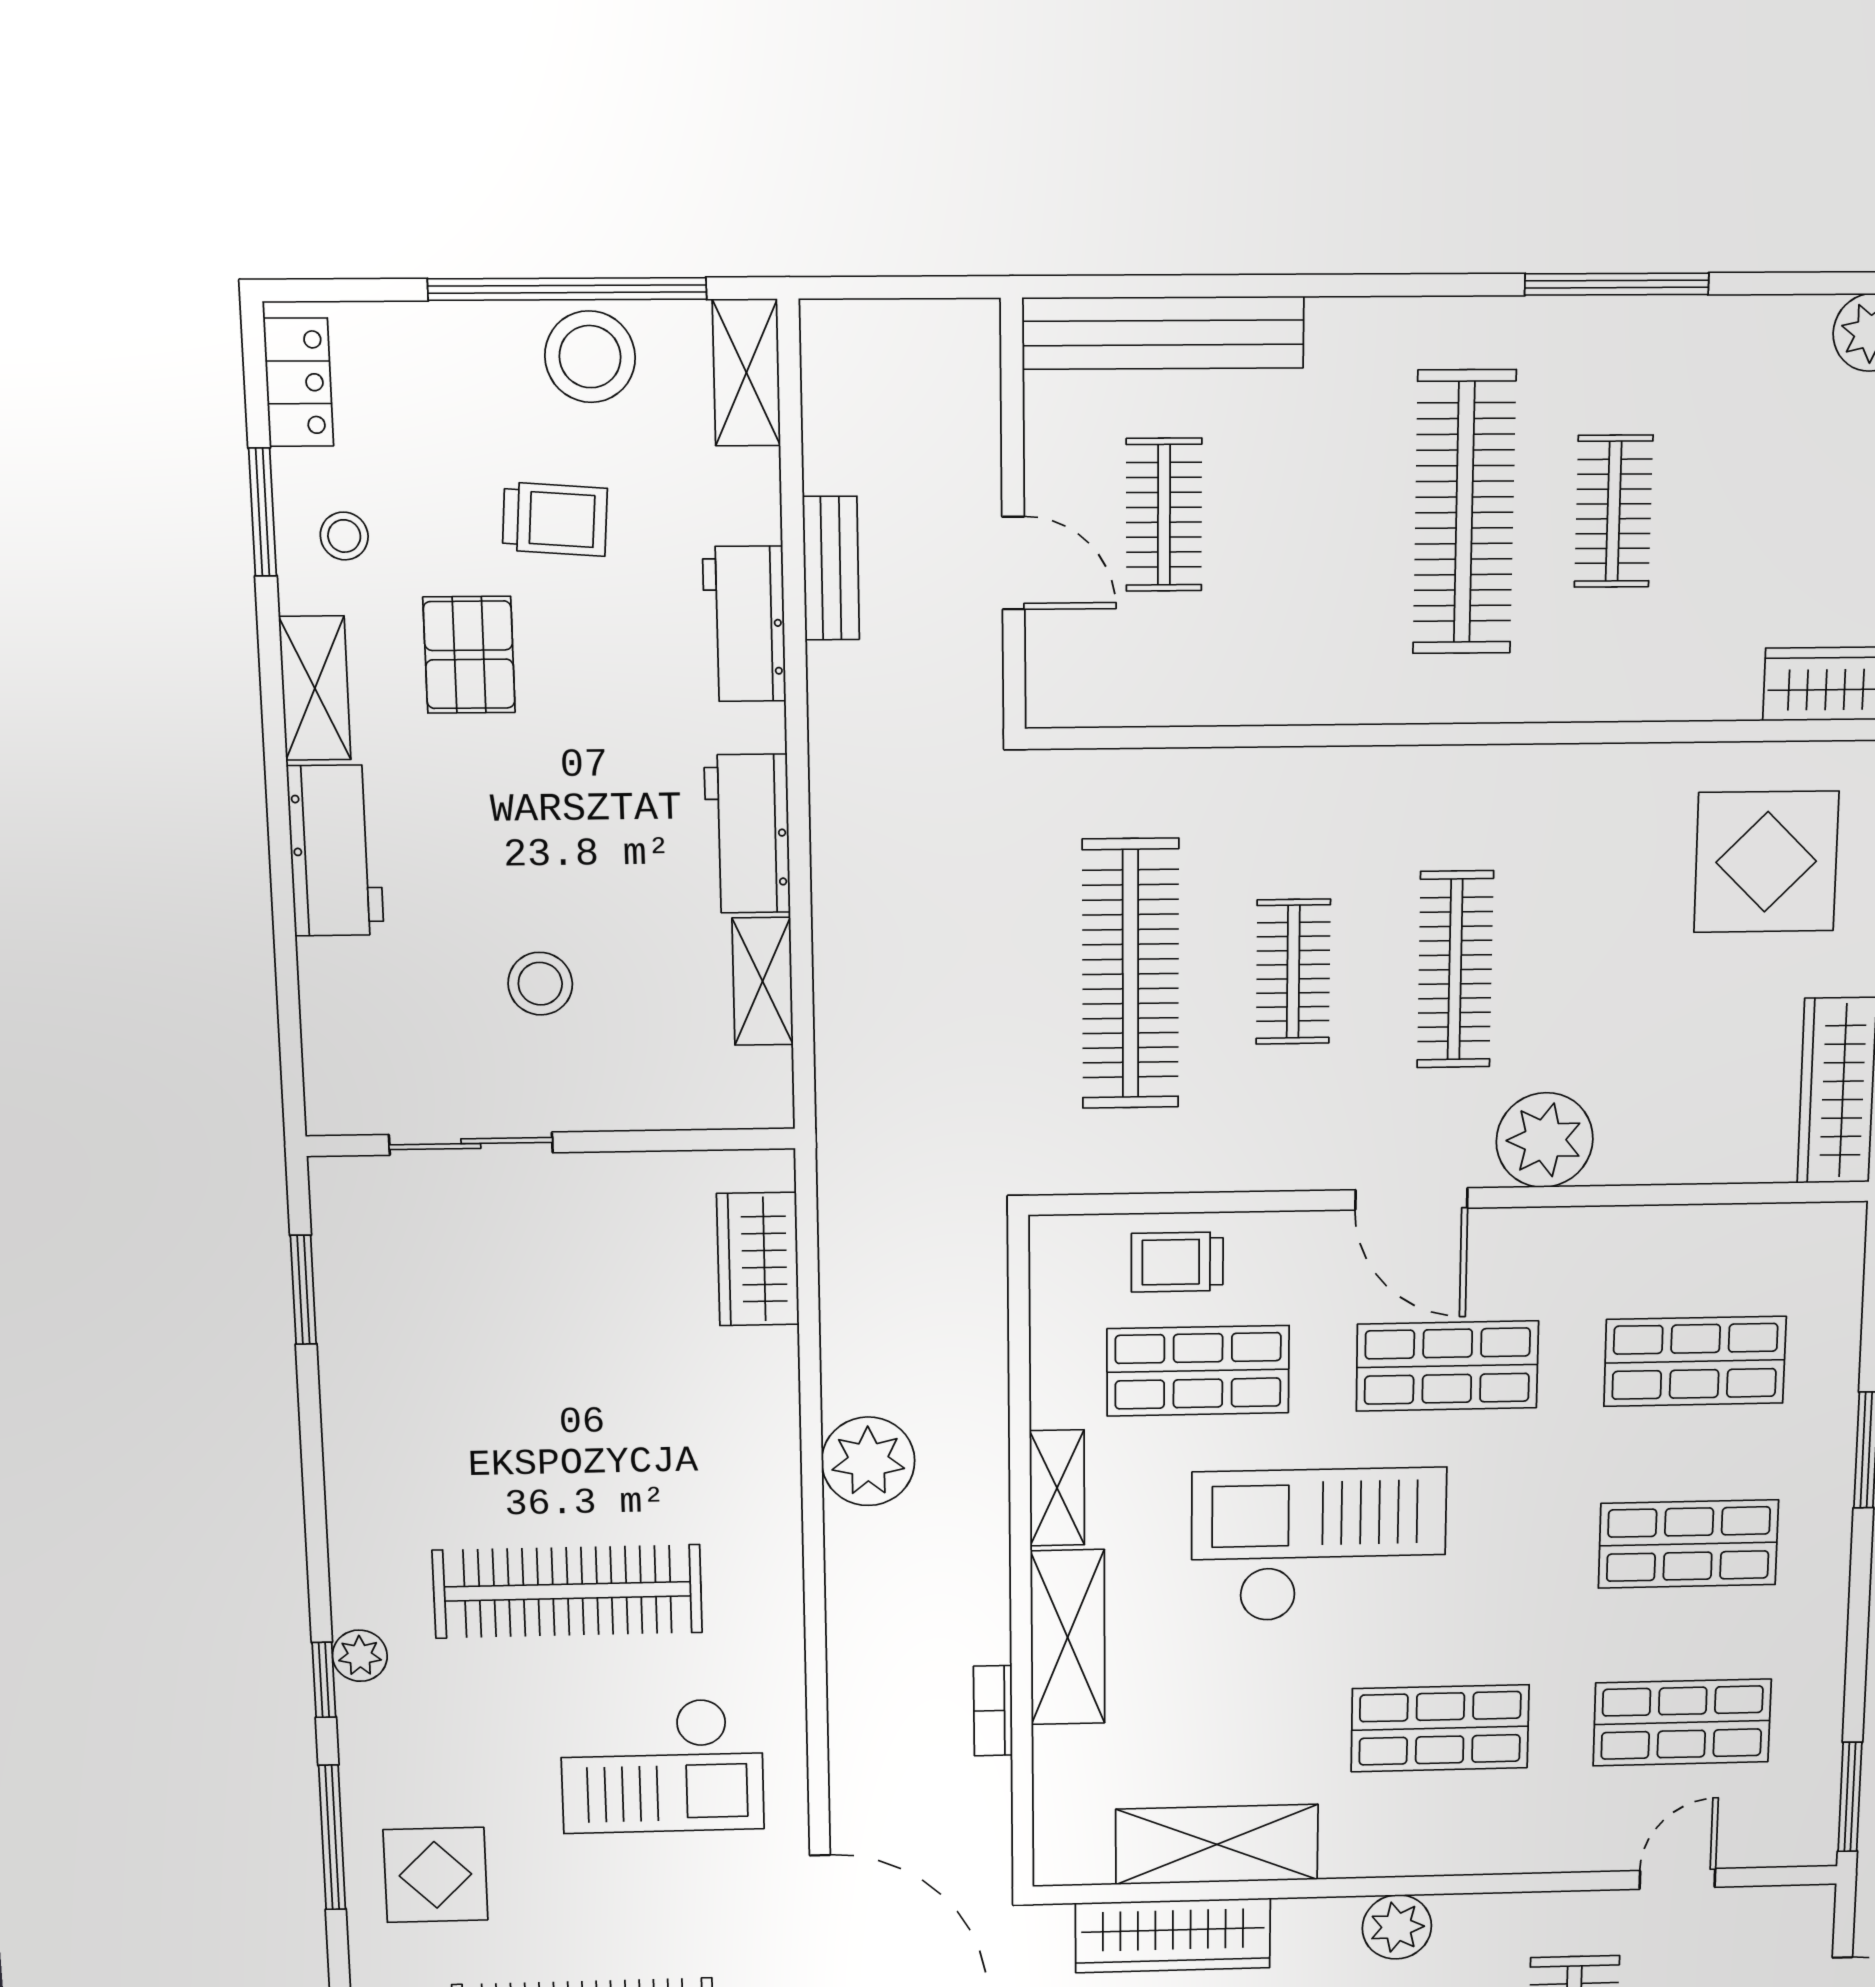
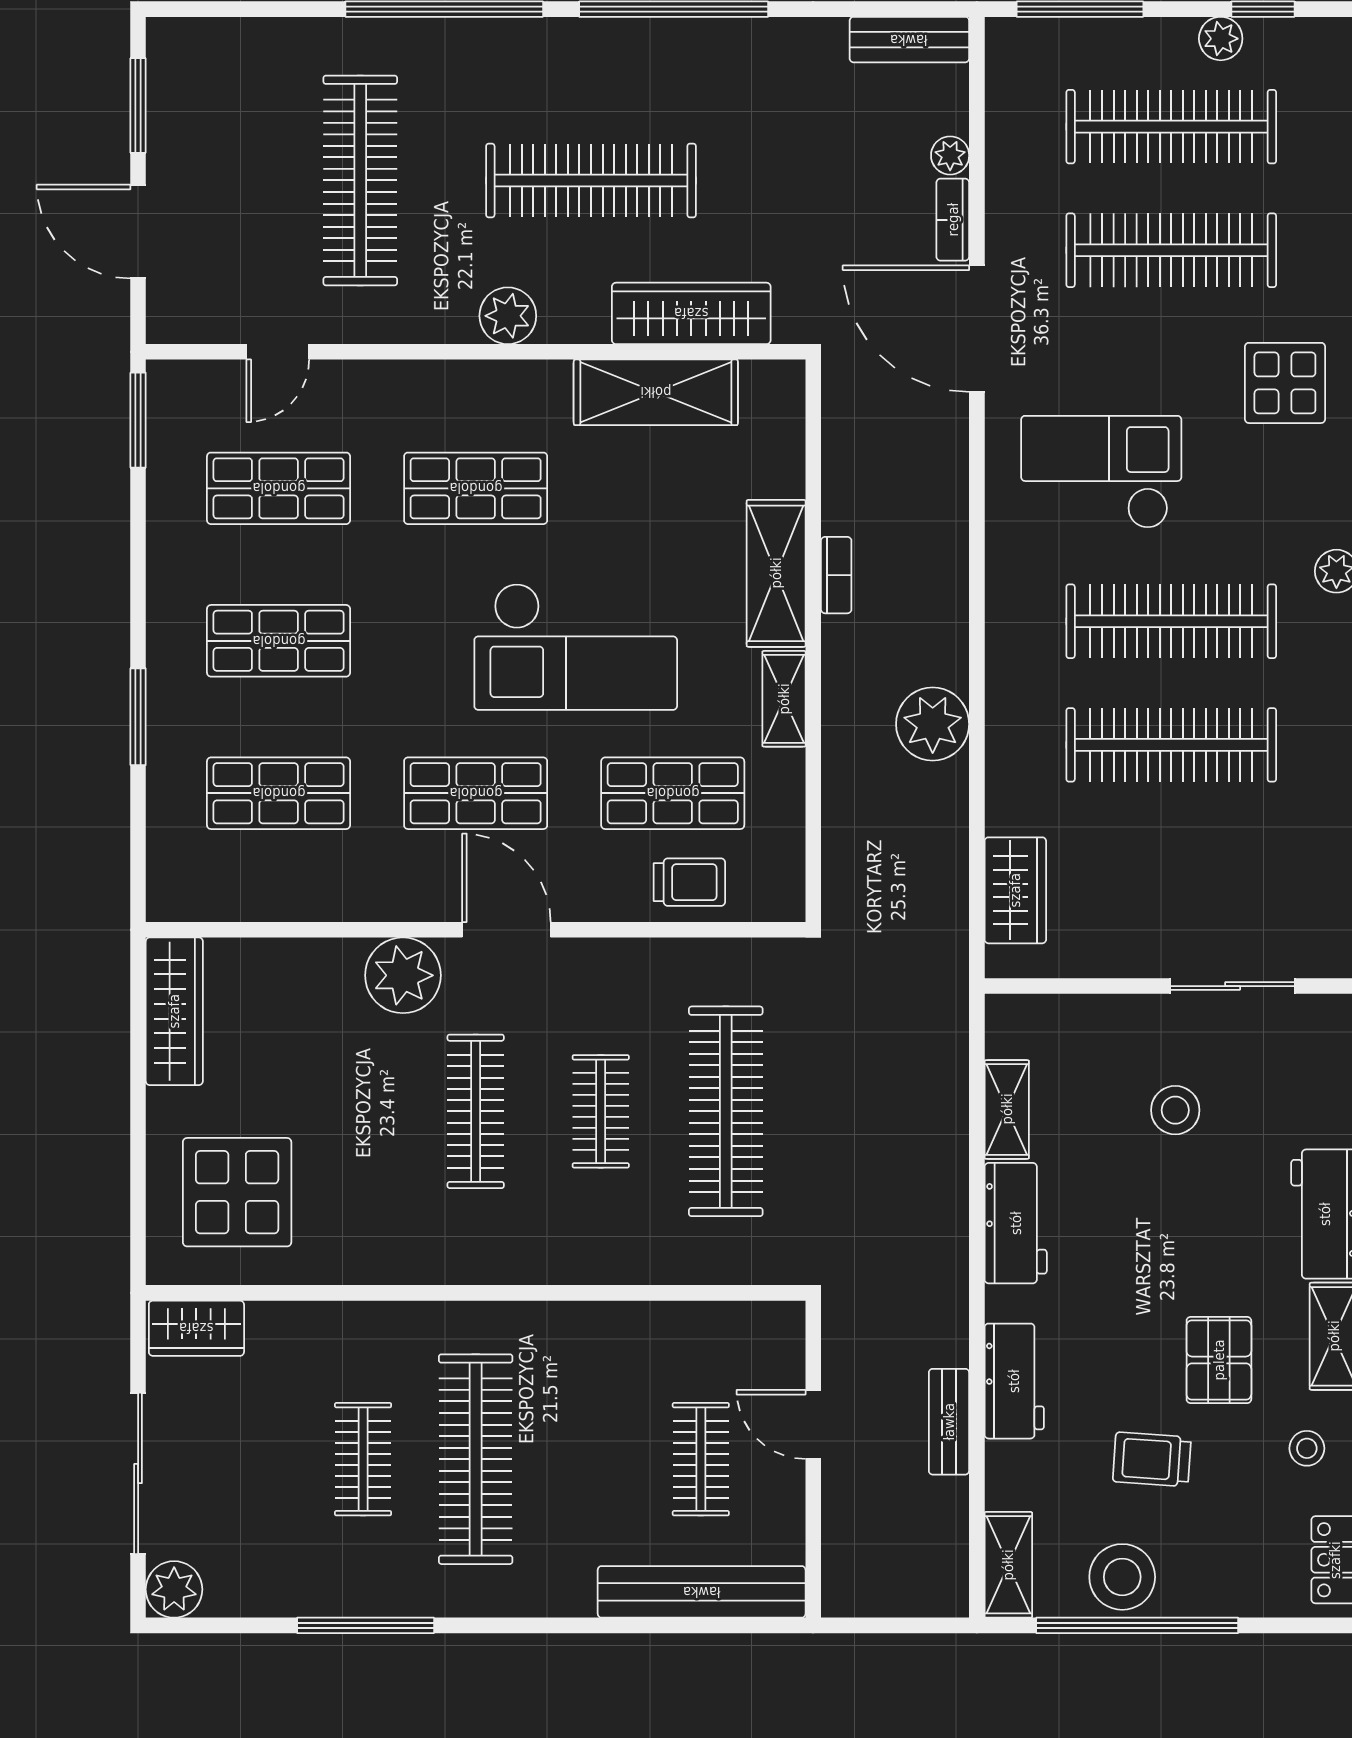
clothes rail: (562, 1442) -> (1171, 745), added
bookcase: (993, 1711) -> (836, 575), moved

